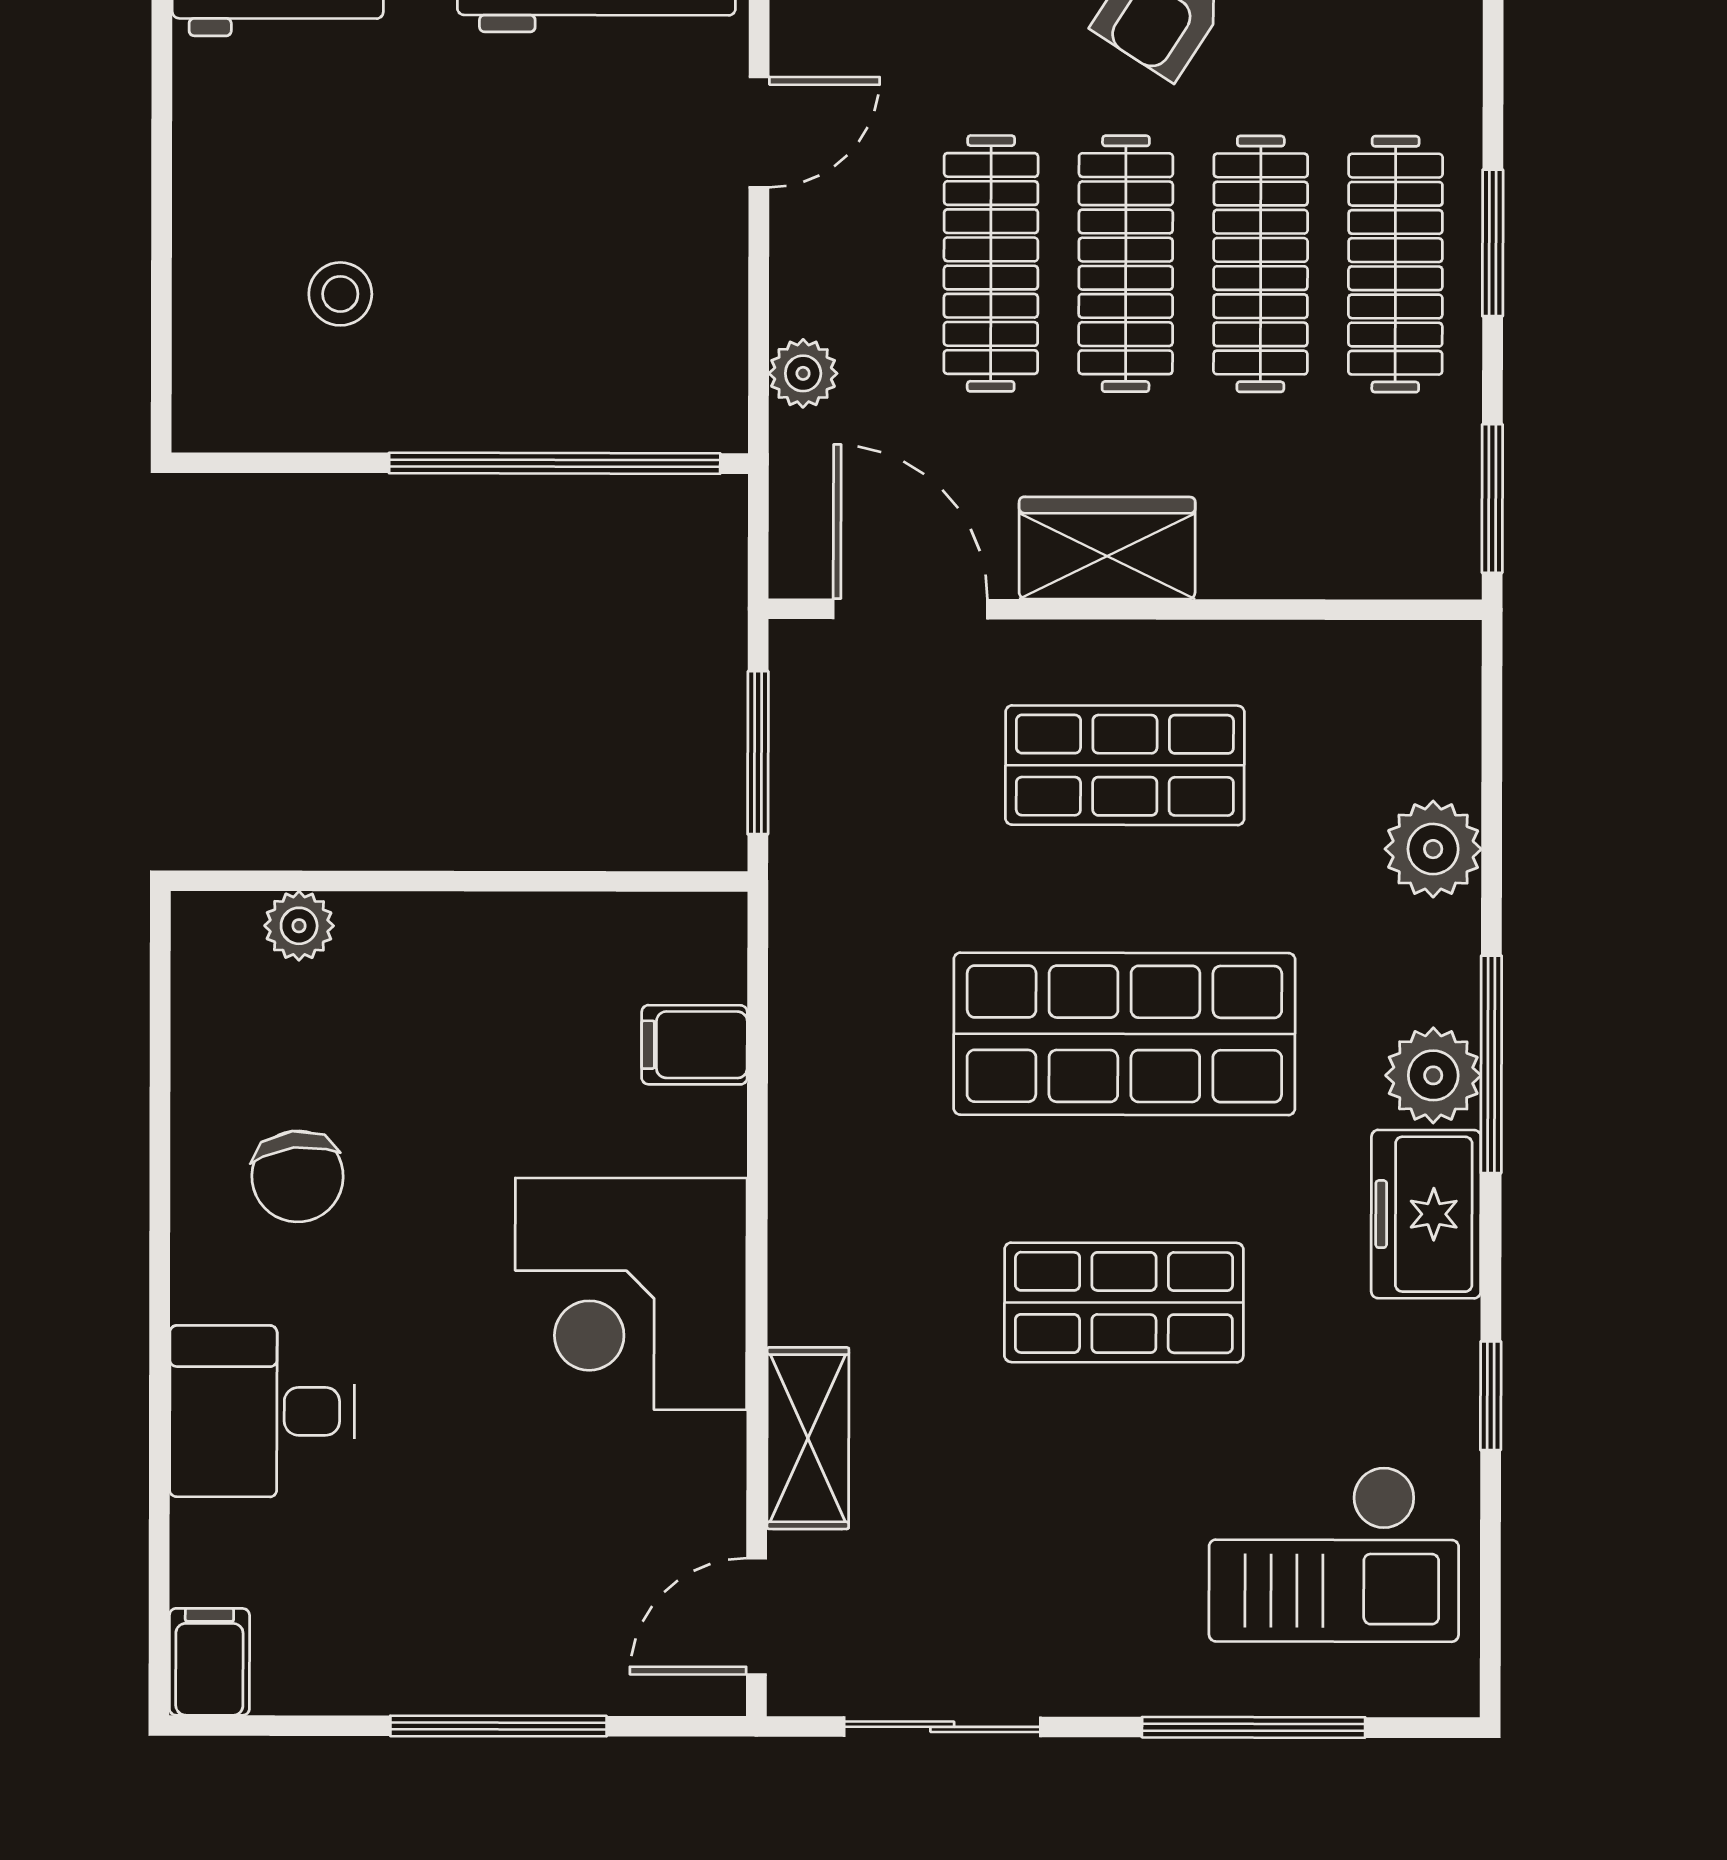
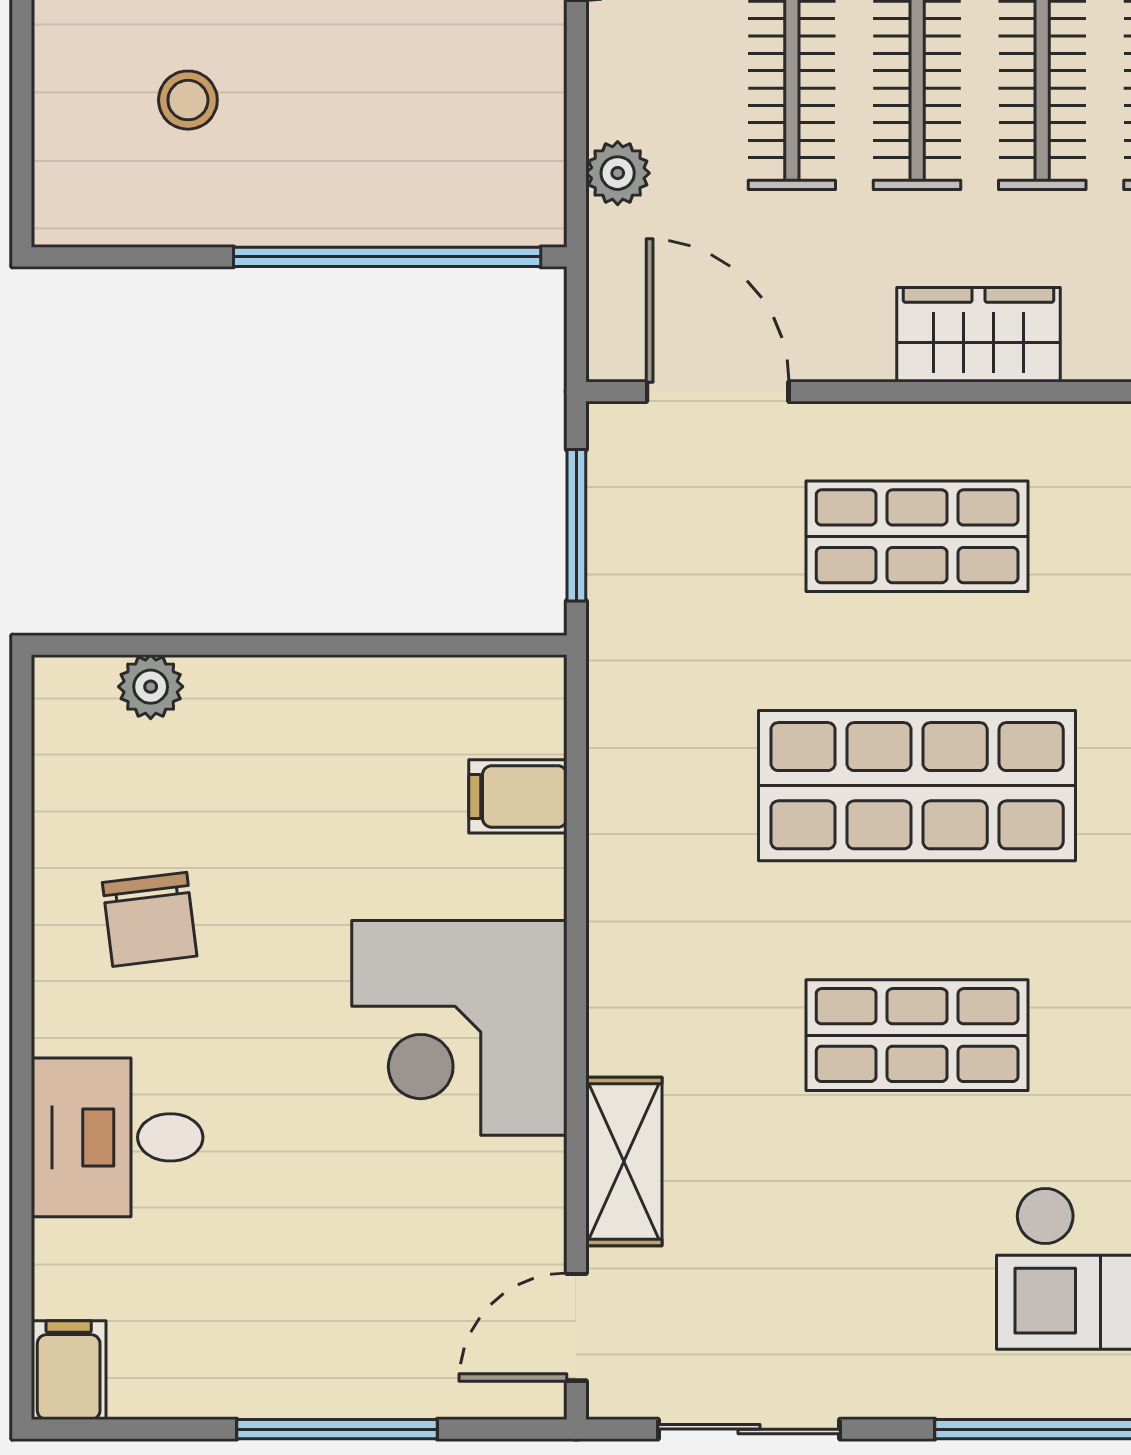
wardrobe: (1107, 548) -> (978, 335), moved

